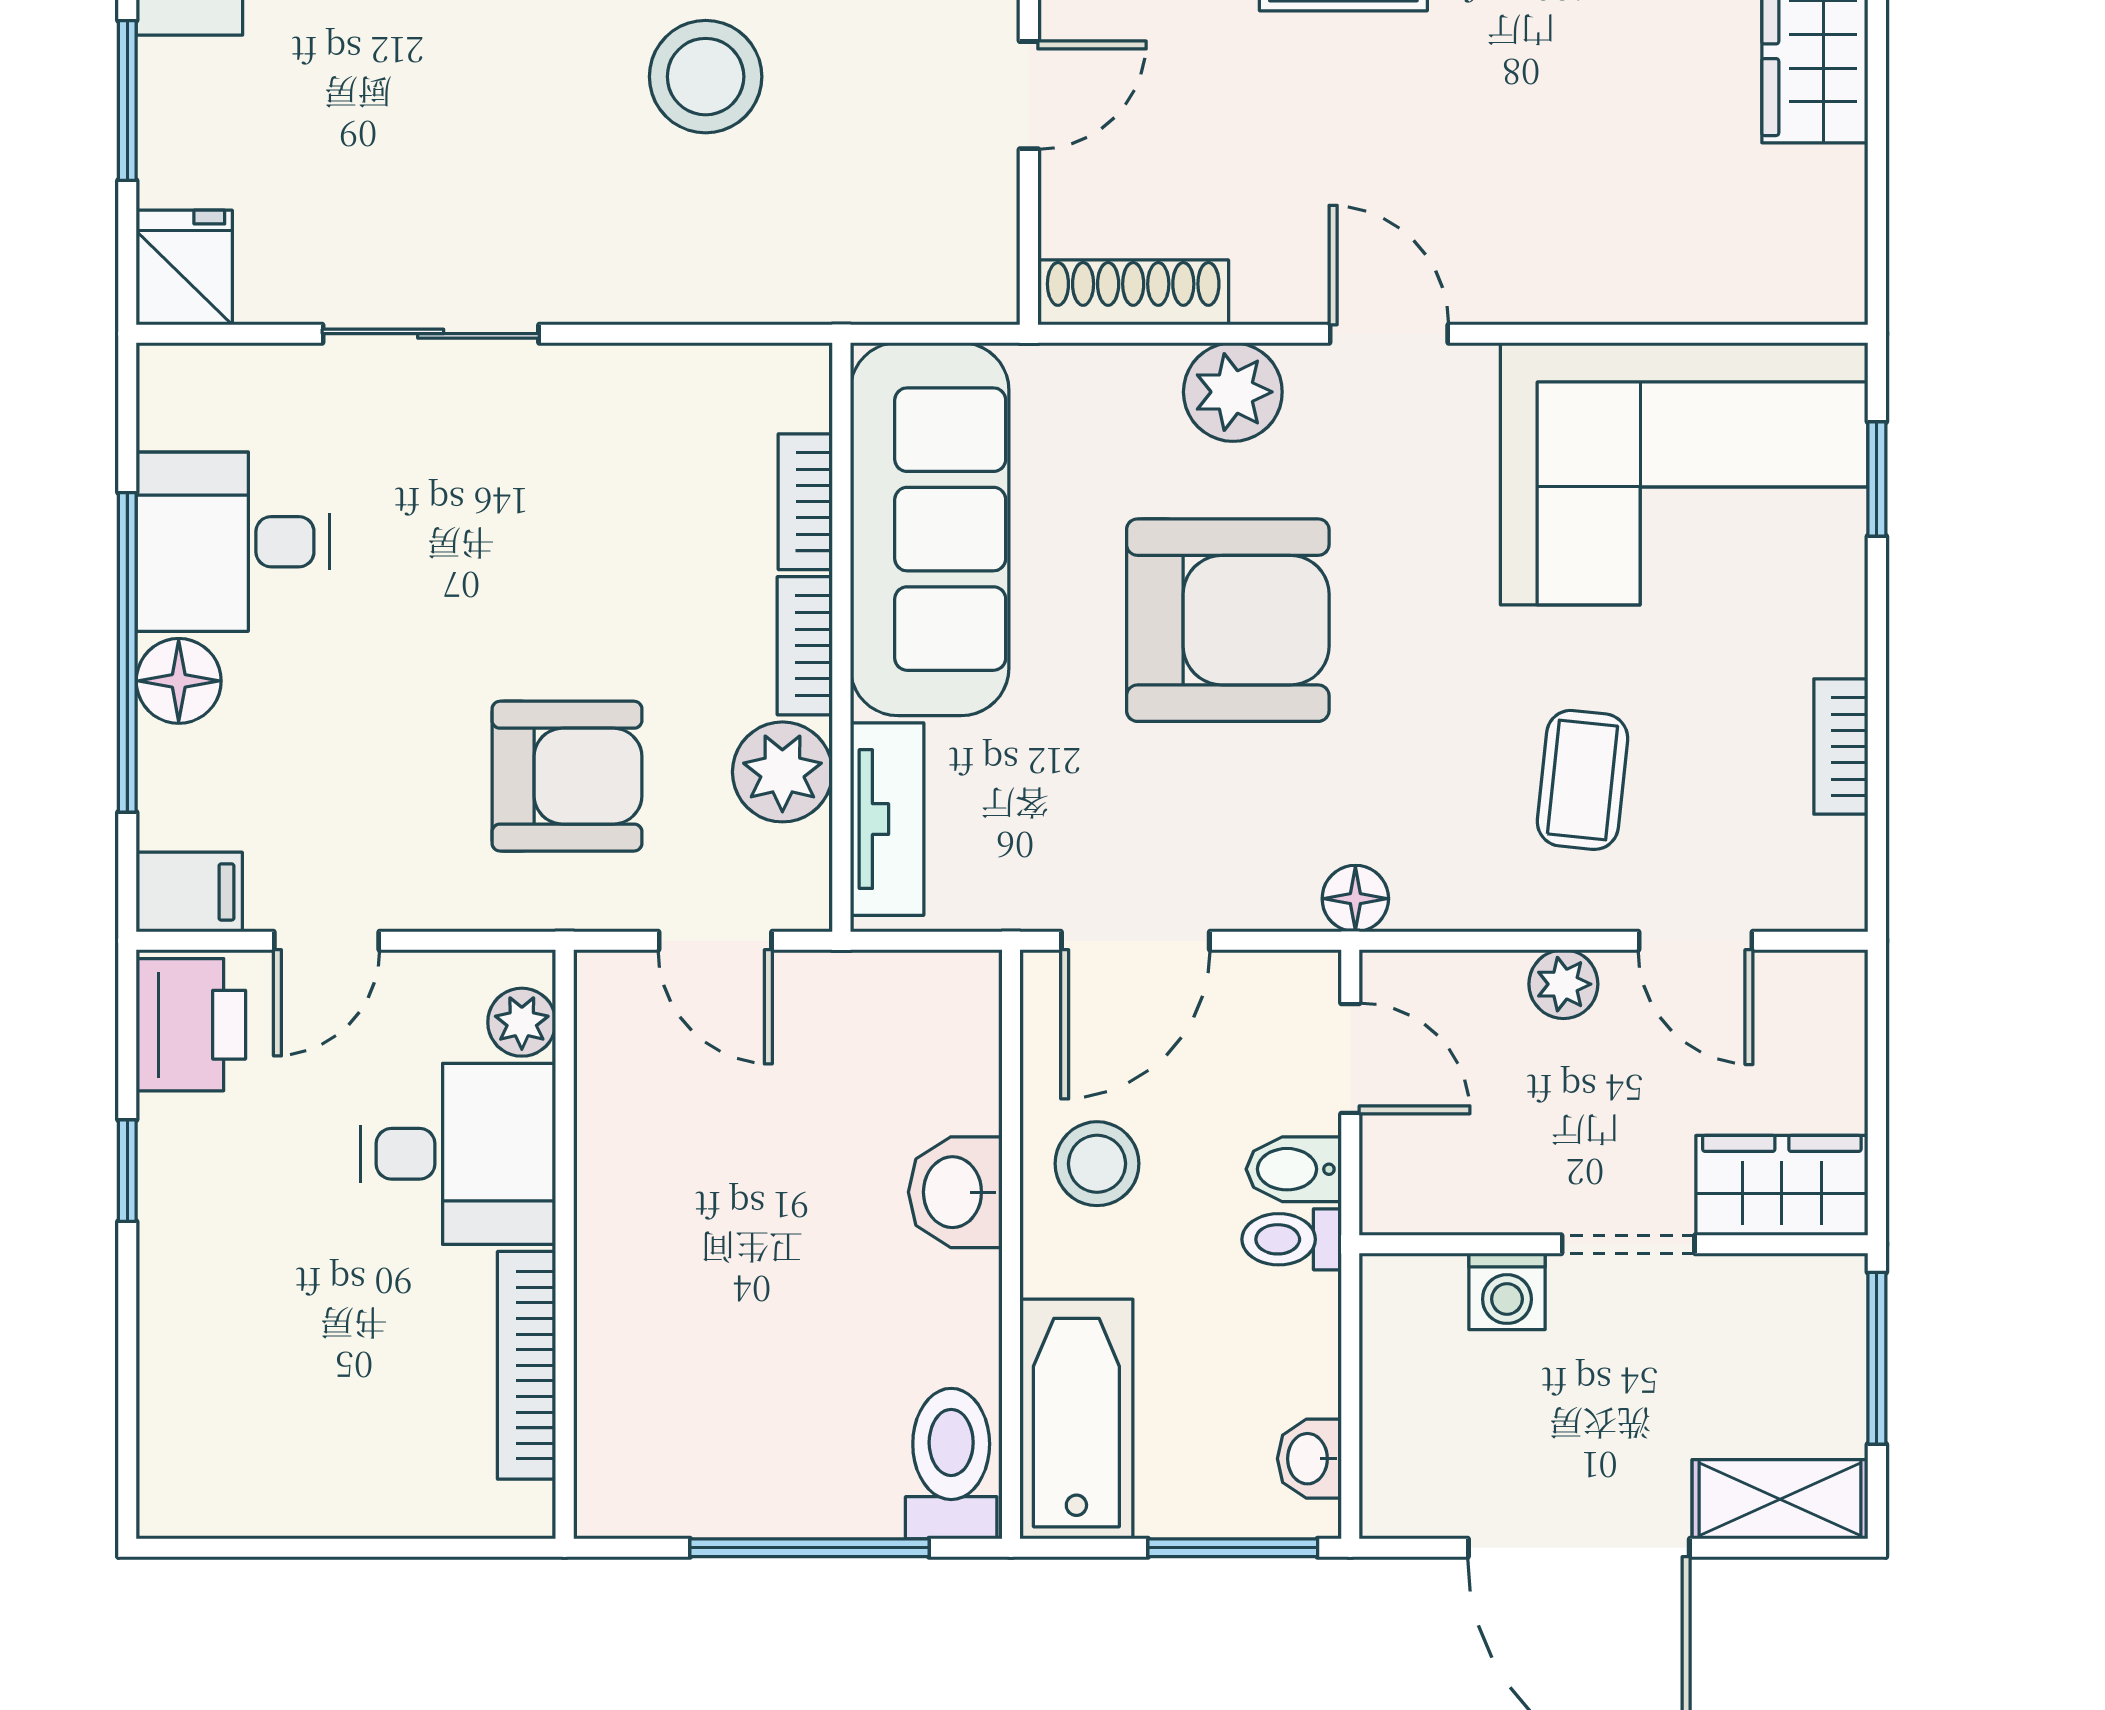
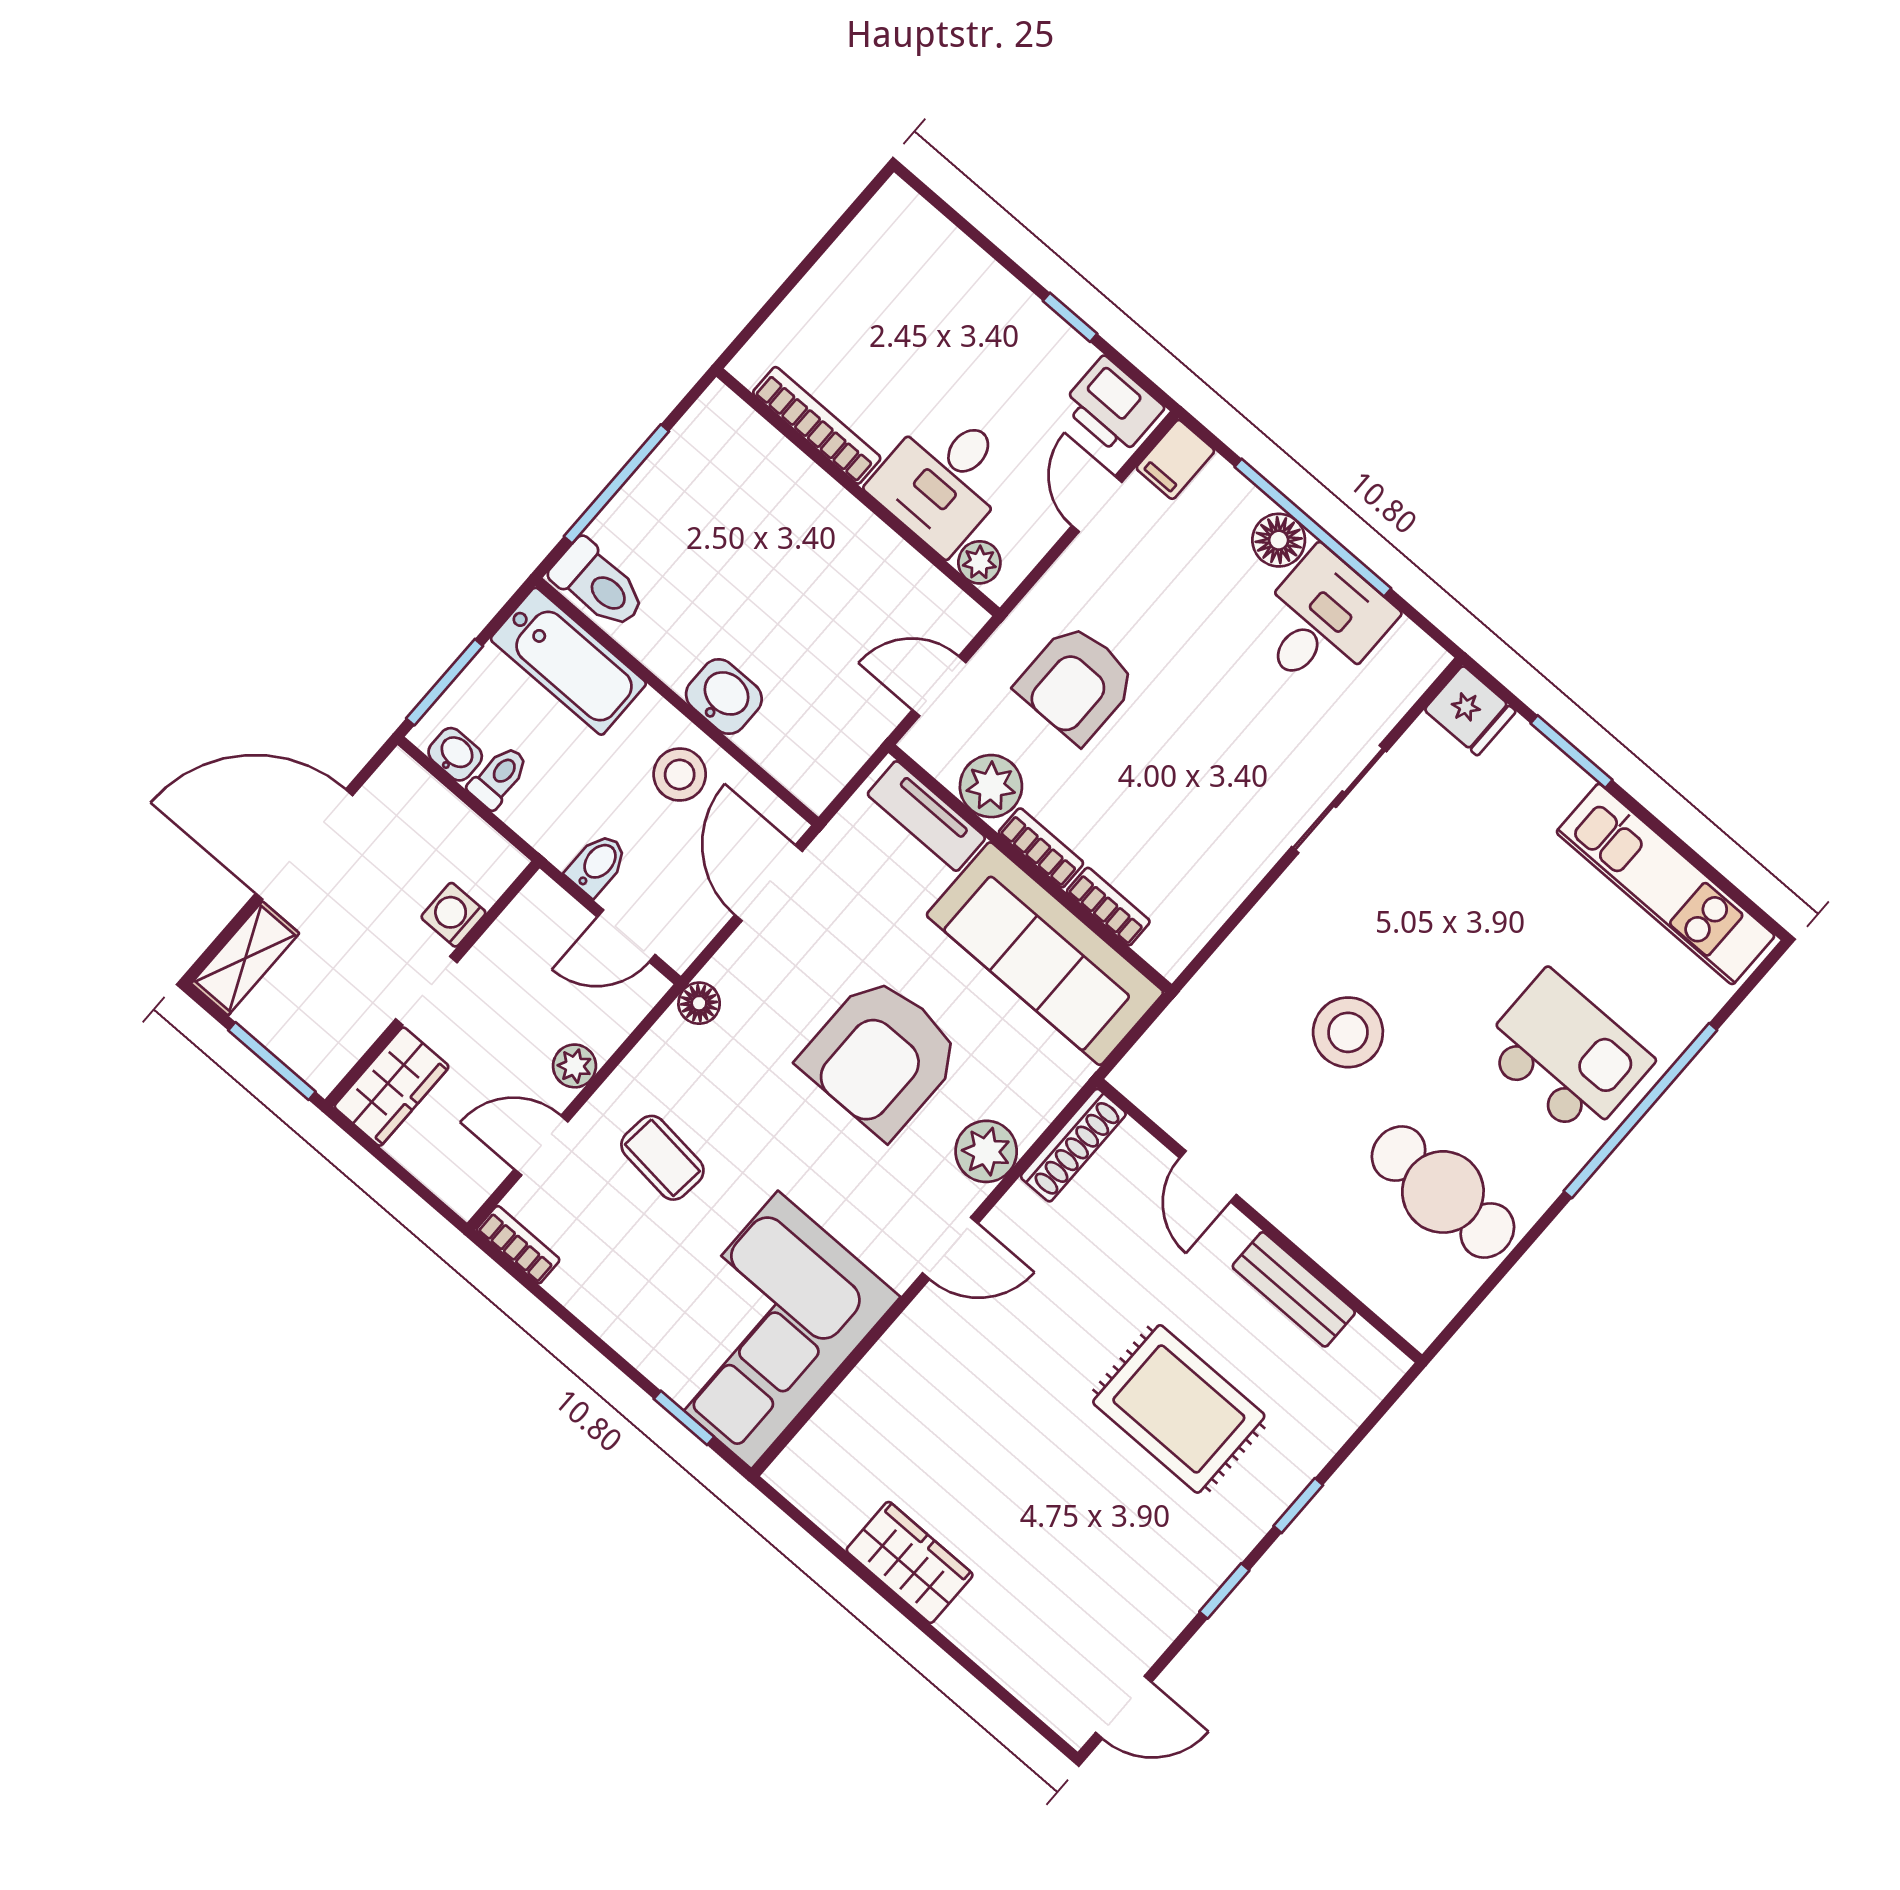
bookcase: (1841, 747) -> (518, 1245), moved
toilet: (1292, 1239) -> (499, 777), moved

